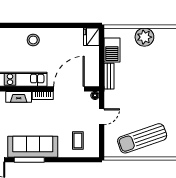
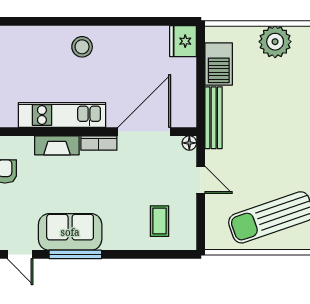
bench: (109, 76) -> (214, 118), width x1.36
door: (102, 117) -> (201, 180), hinge flipped
sofa: (33, 147) -> (70, 232), width x0.73

